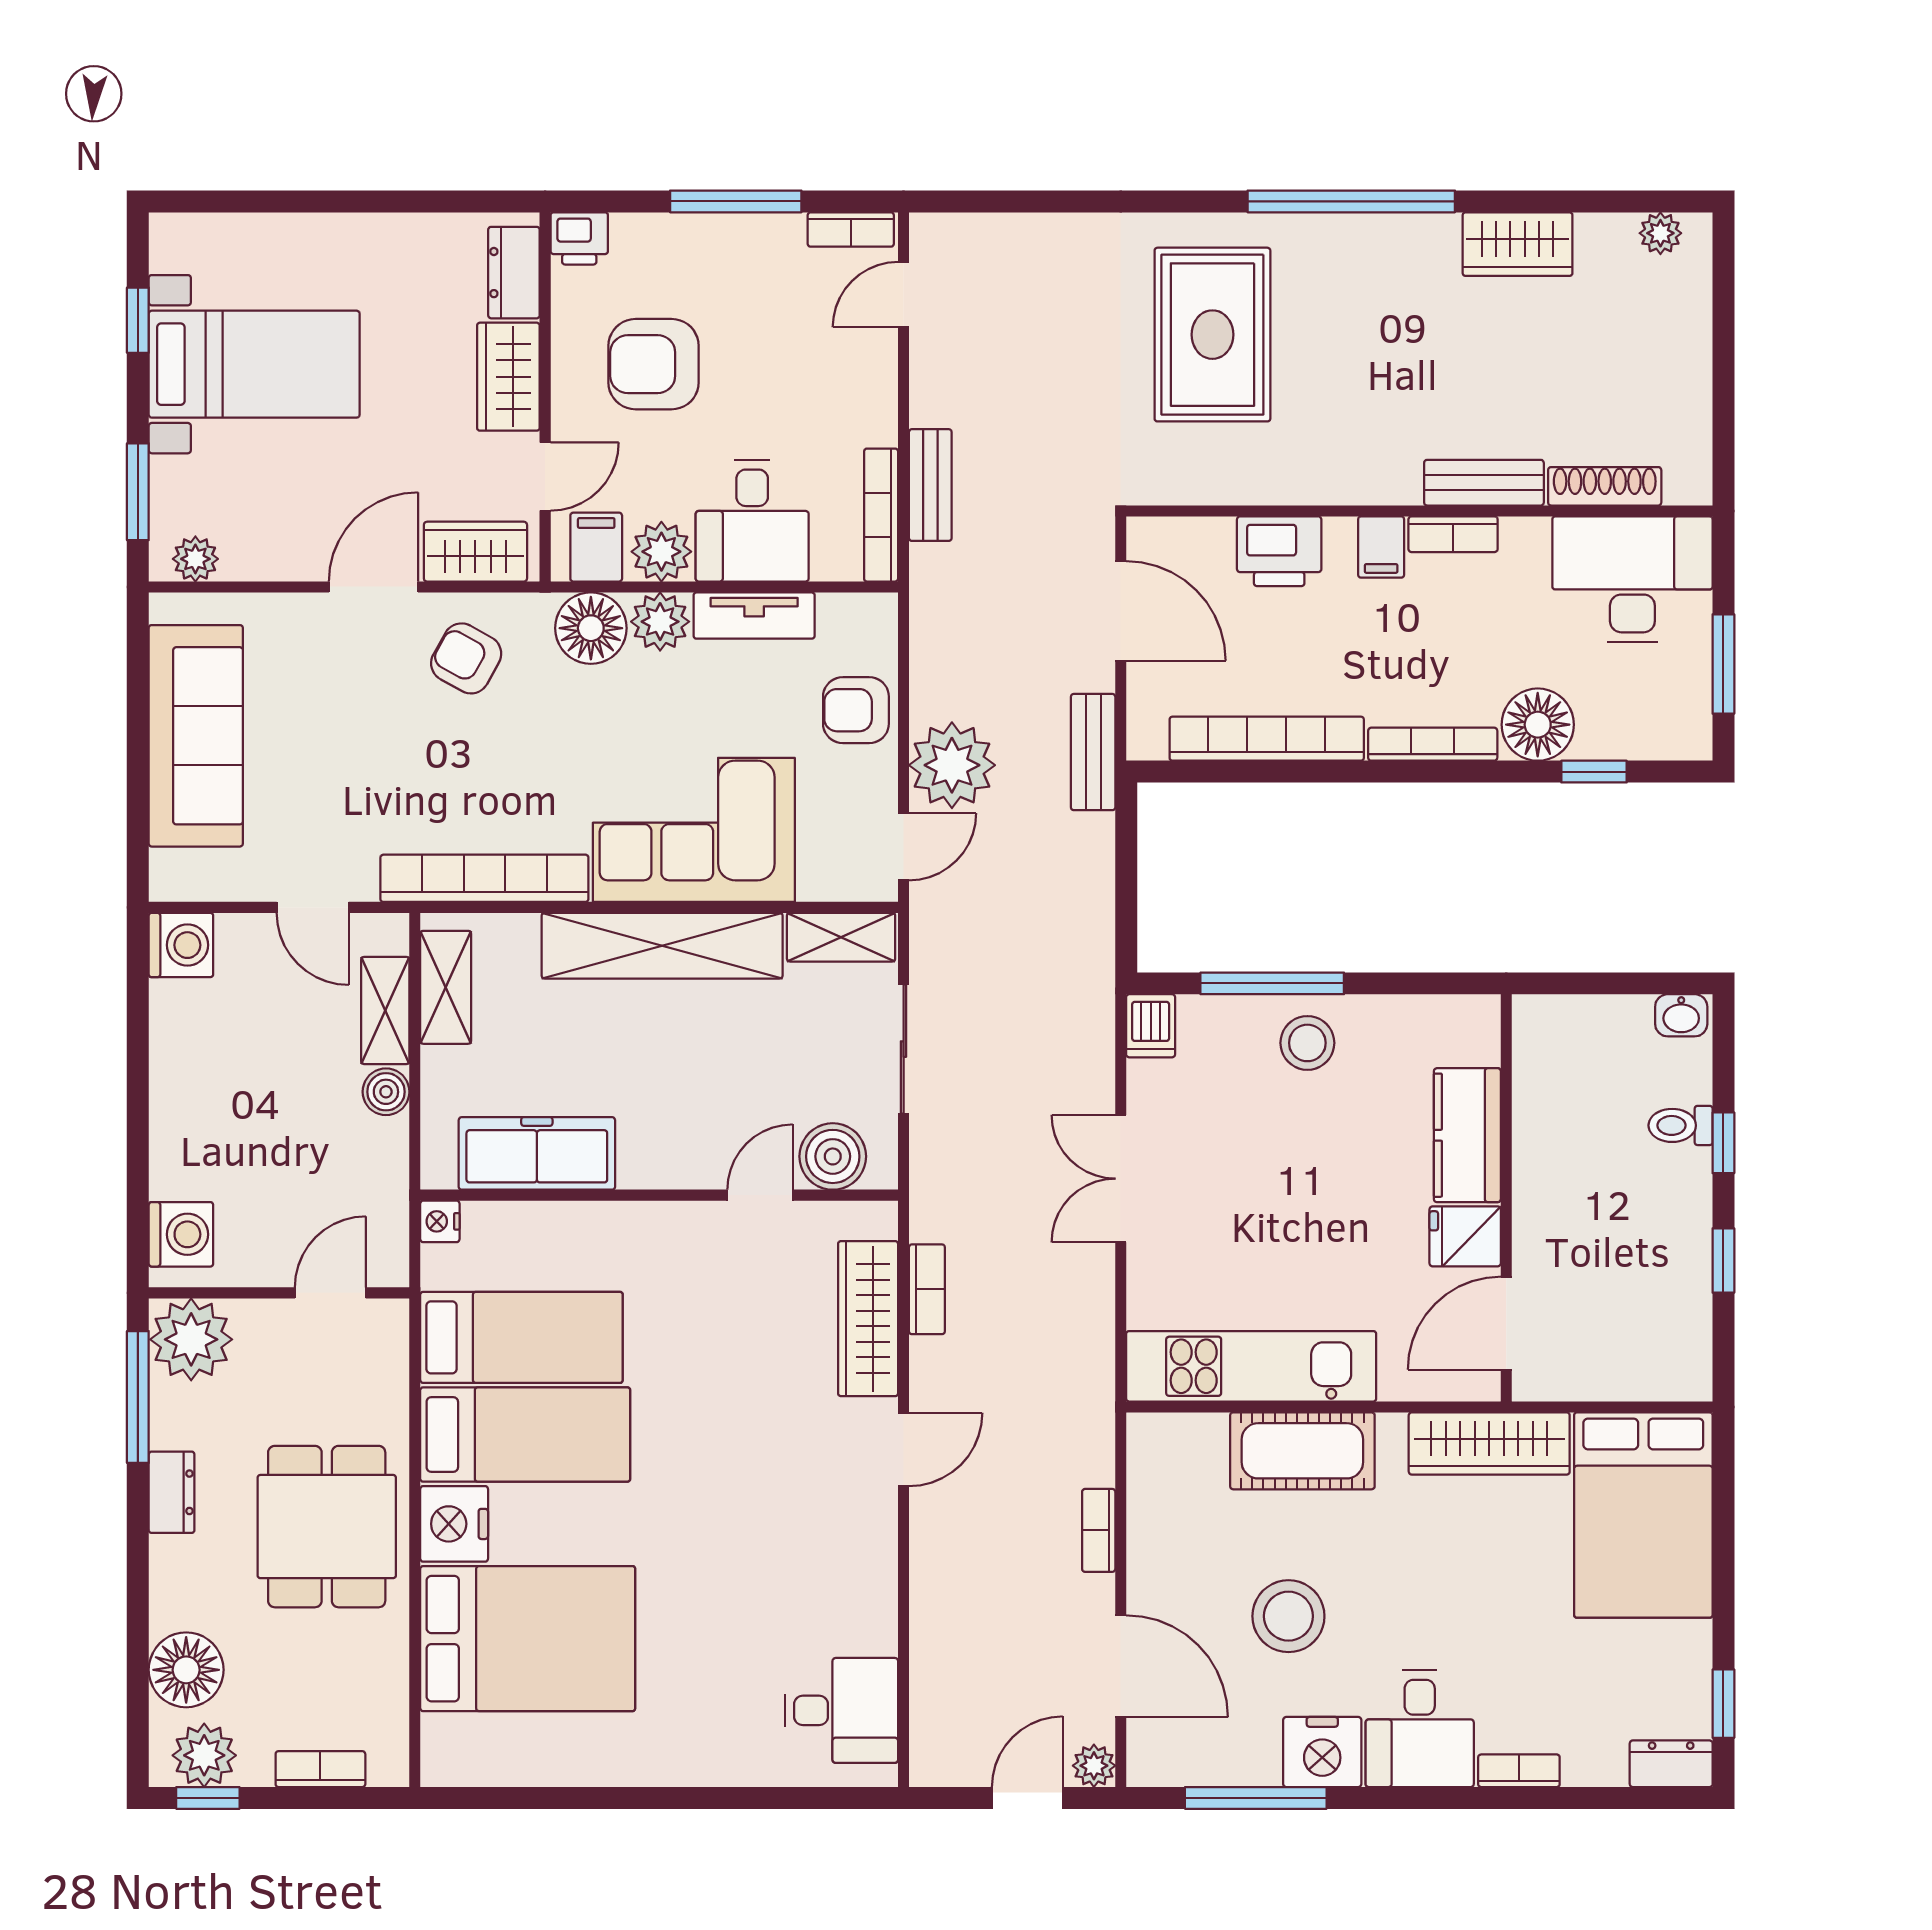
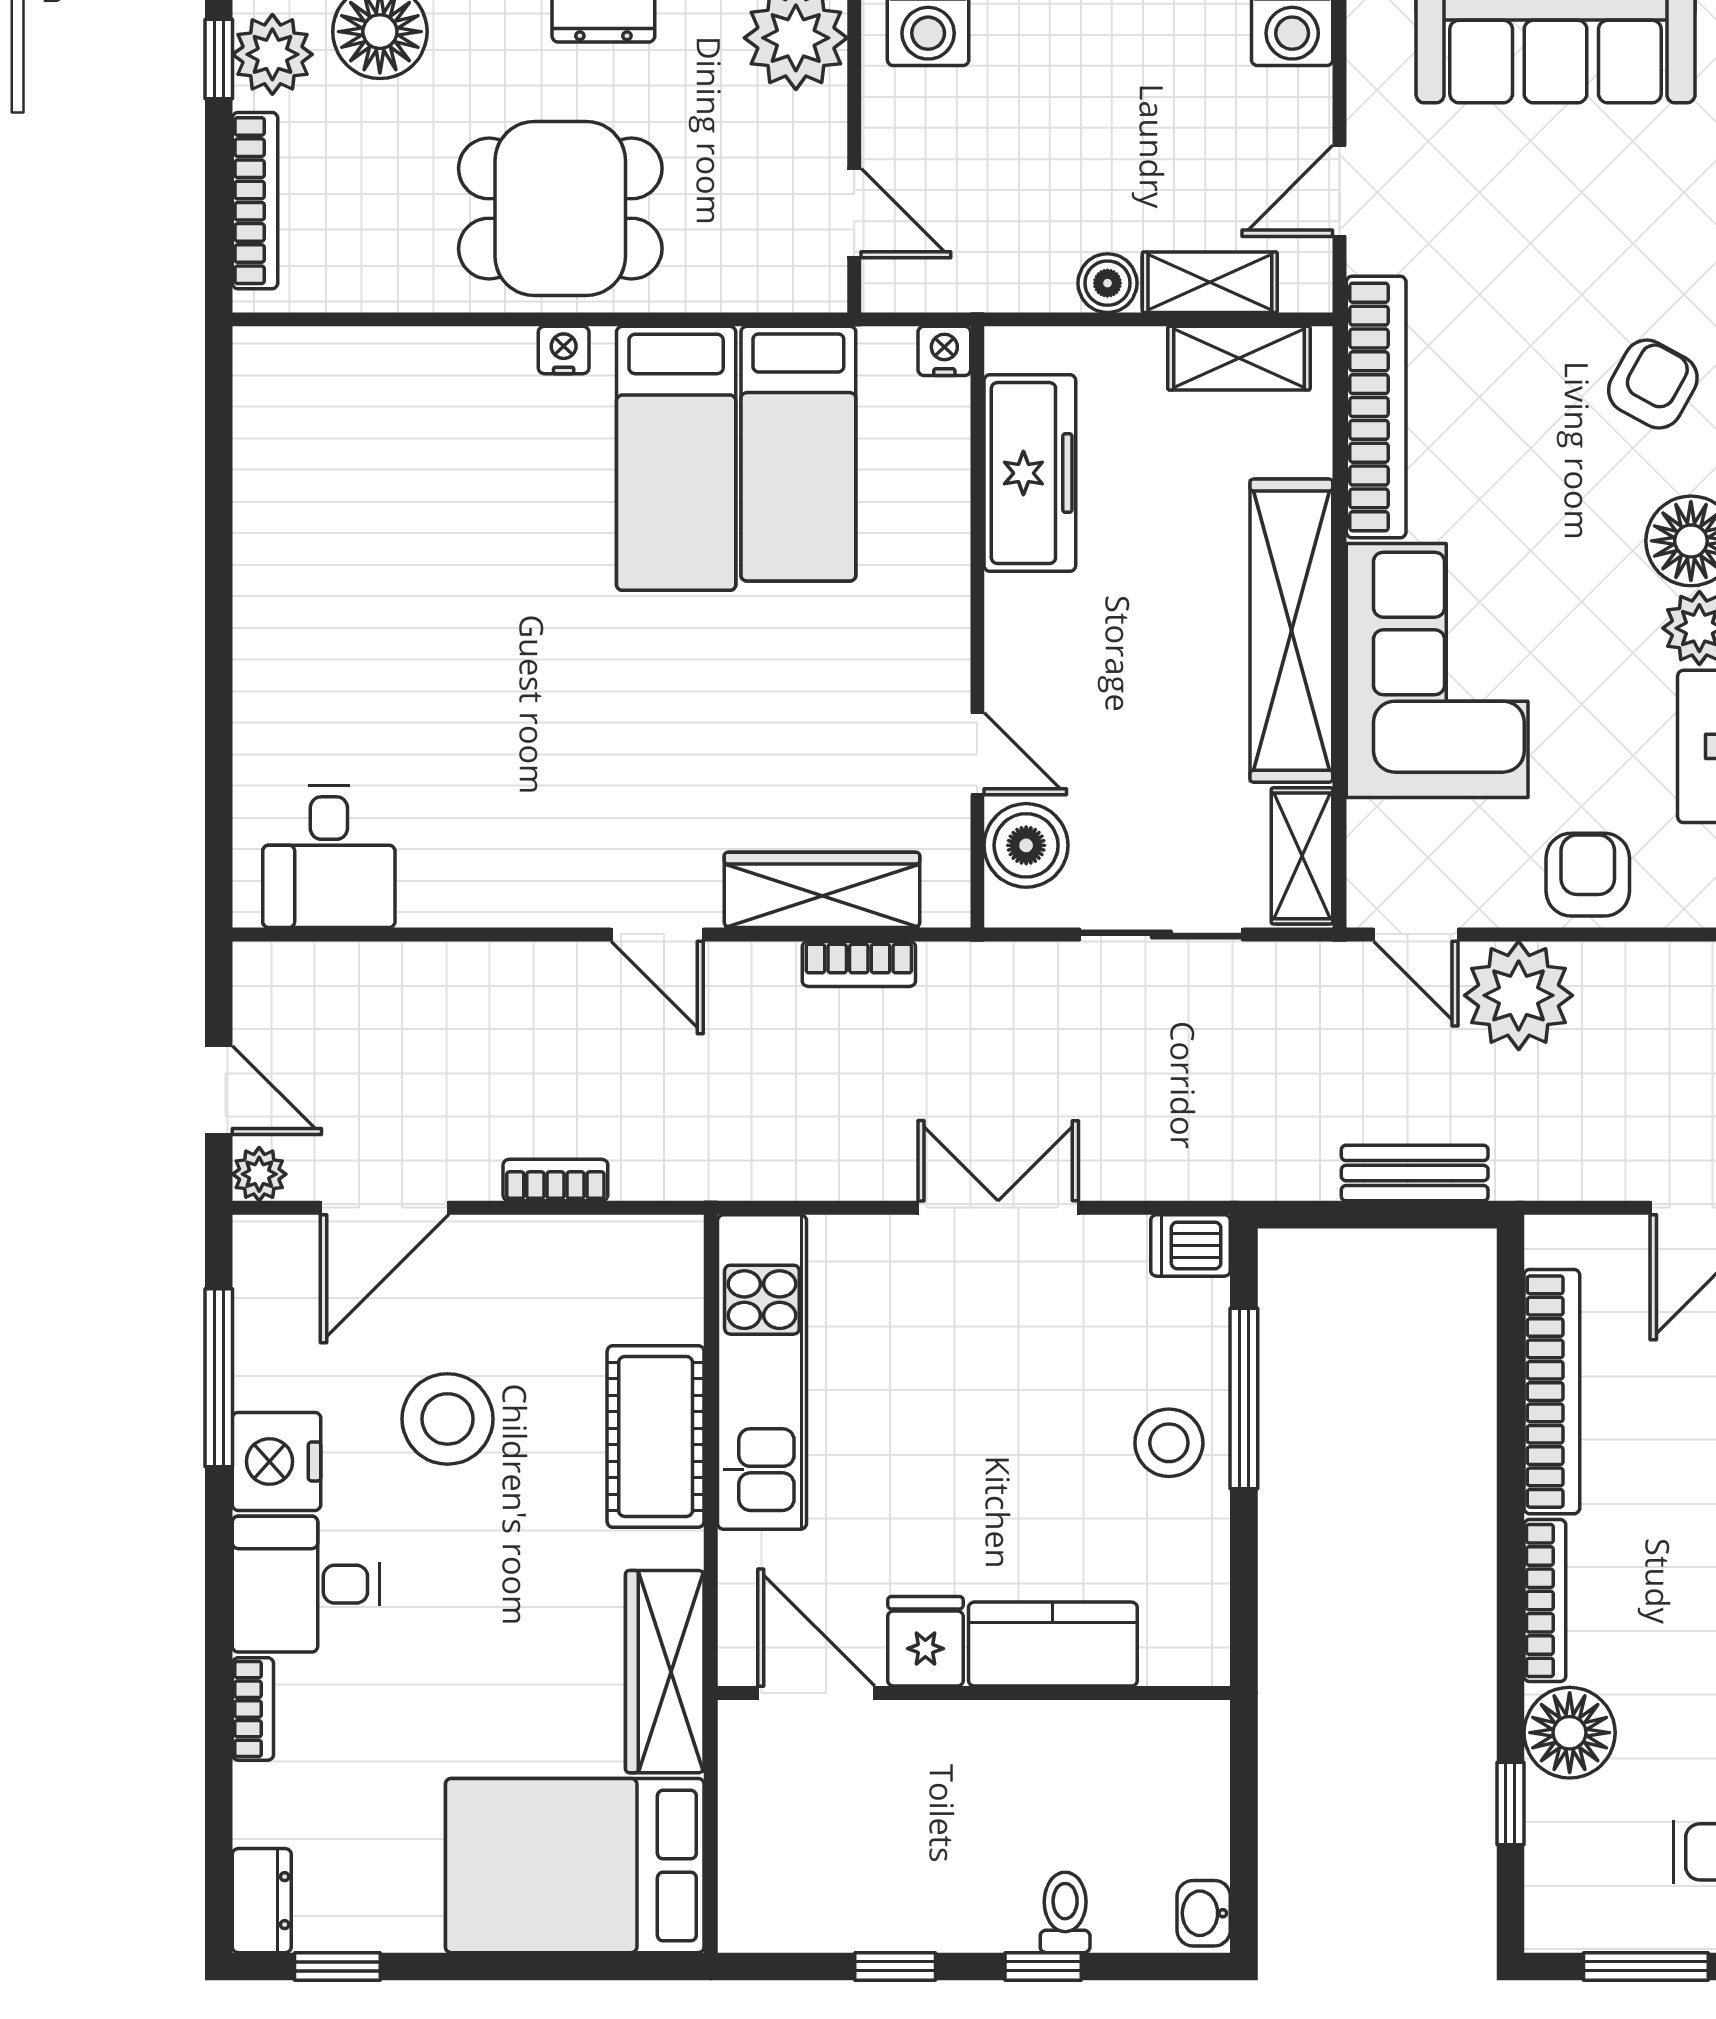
bench: (1093, 752) -> (1415, 1173), moved
nightstand: (454, 1524) -> (564, 350), width x0.53, depth x0.56
bed: (528, 1639) -> (419, 462), removed
bookcase: (320, 1769) -> (255, 201), width x1.56

